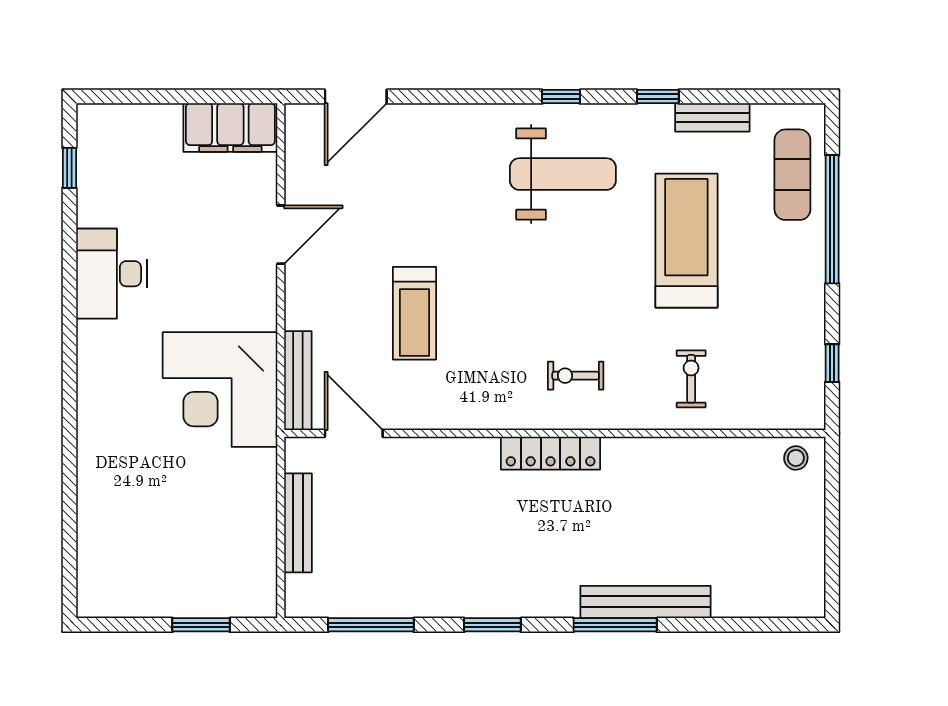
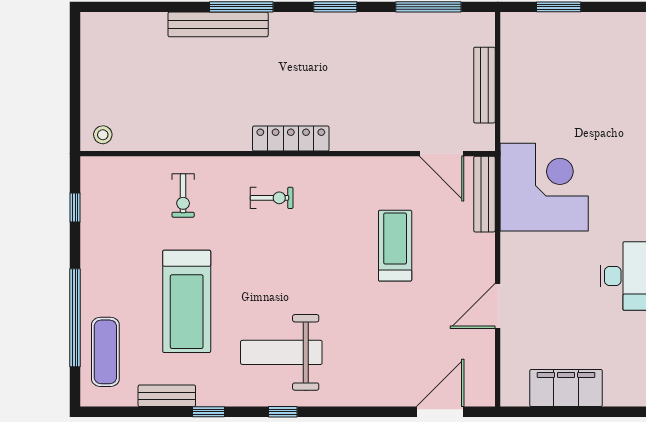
filing cabinet: (230, 128) -> (566, 388), moved

